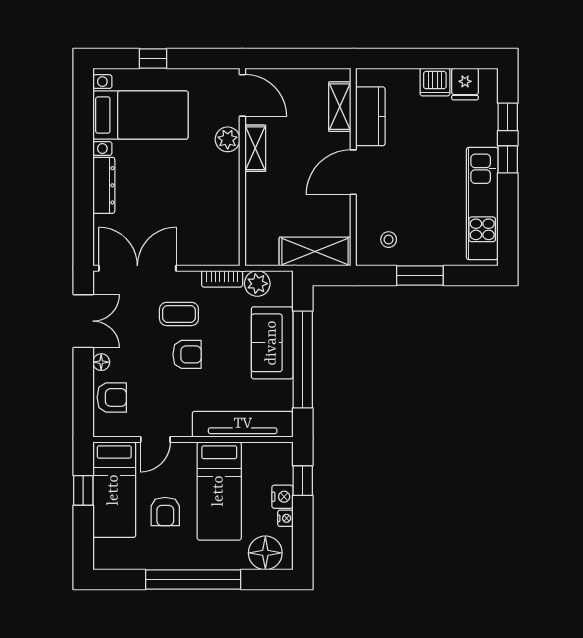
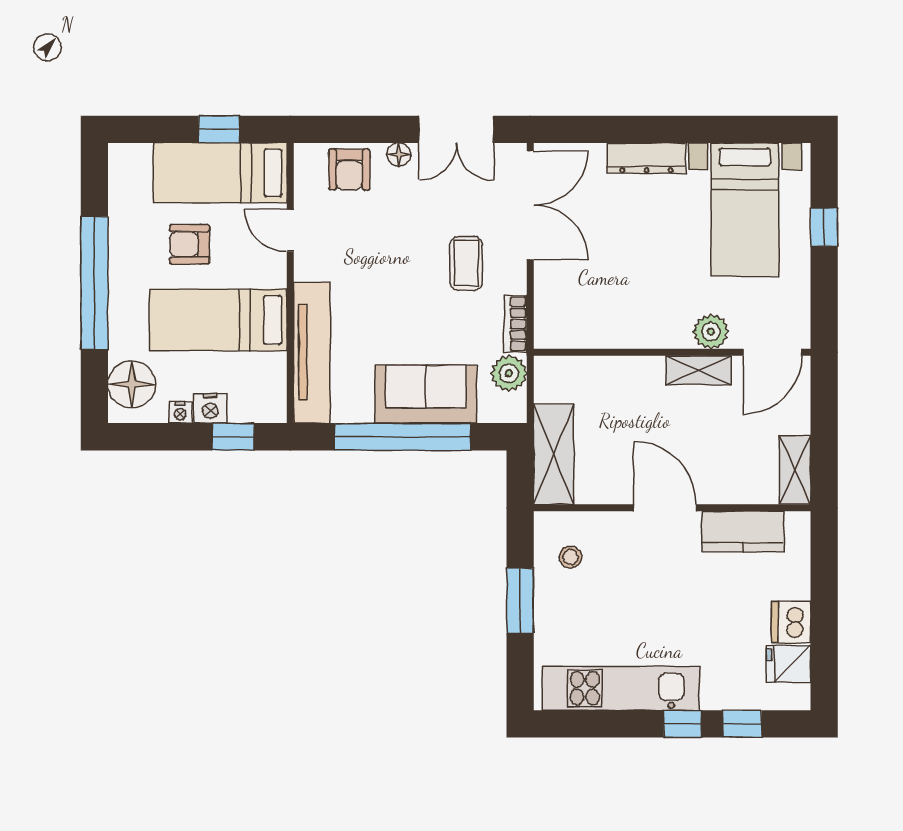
shelving: (340, 107) -> (795, 470), moved, turned 90
armchair: (187, 354) -> (410, 275), removed

